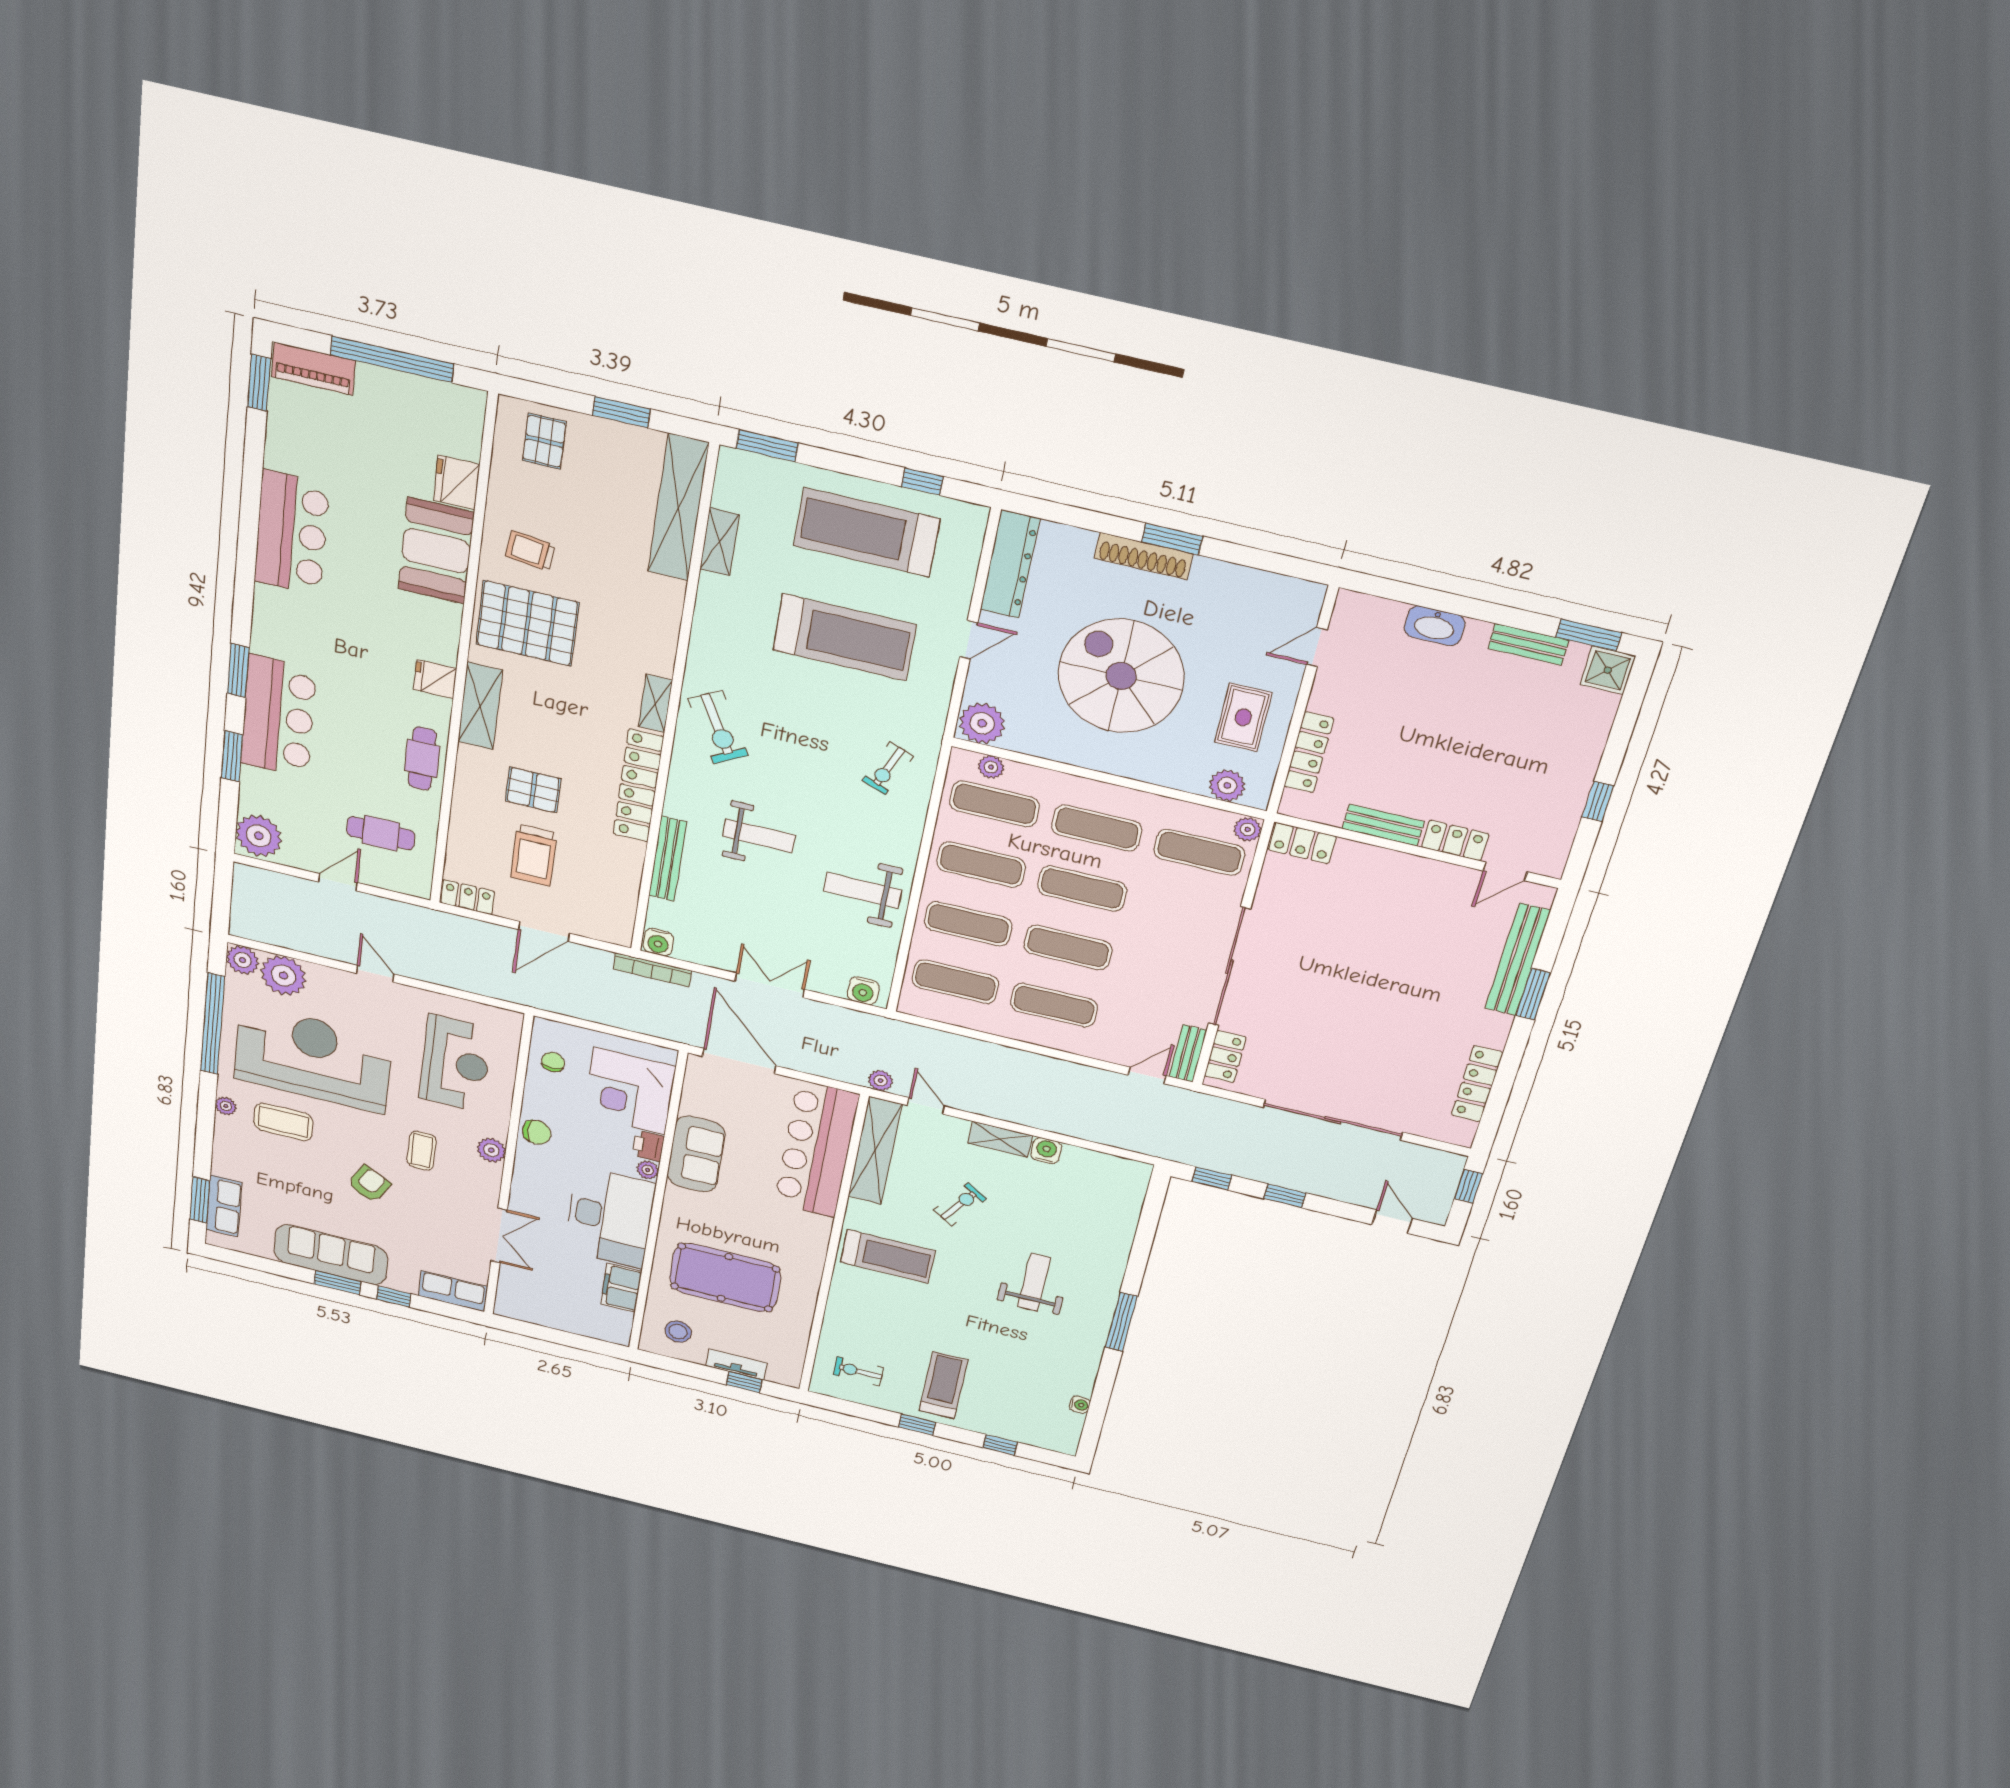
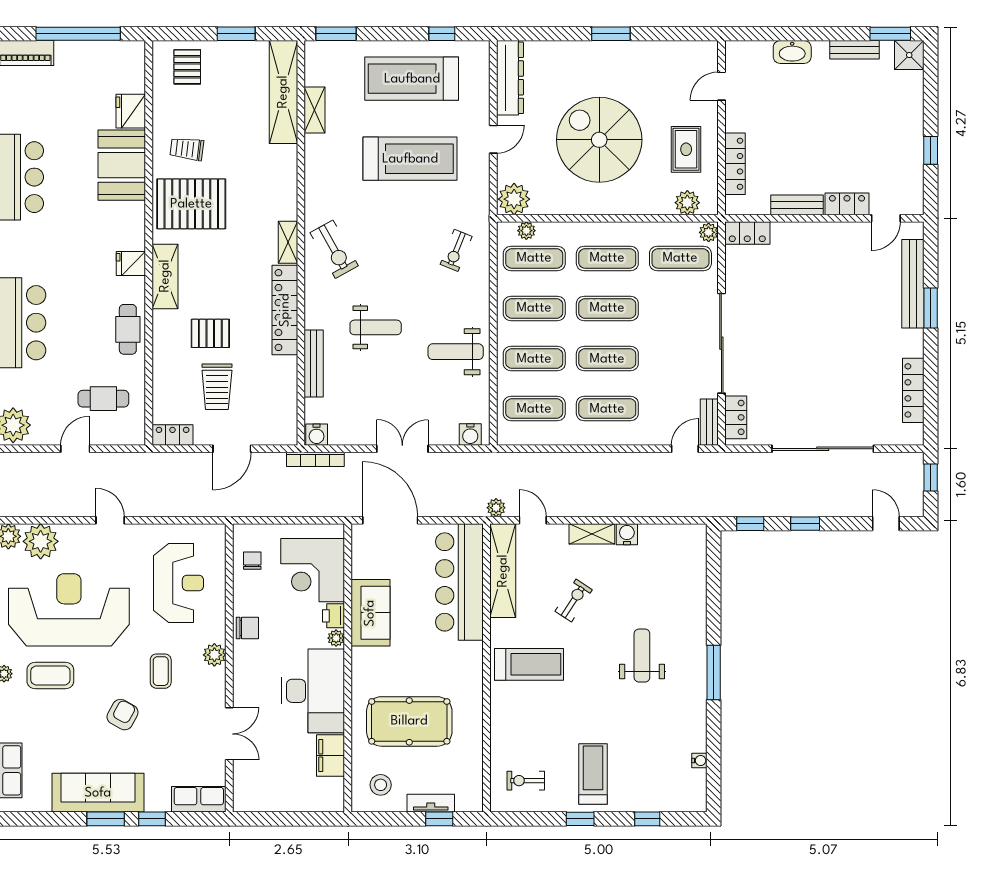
shoe rack: (1143, 556) -> (595, 50), removed

